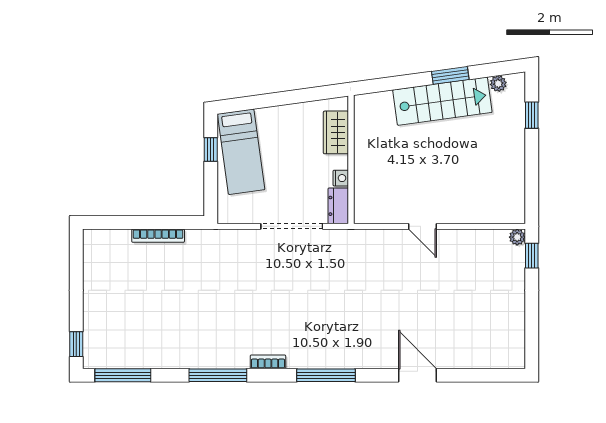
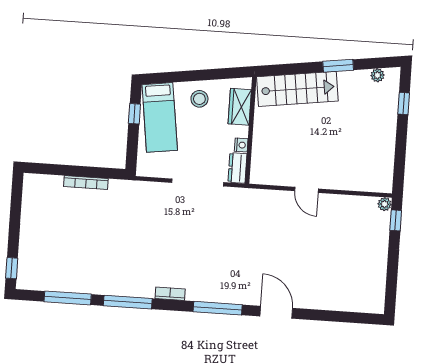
stairs: (442, 101) -> (297, 89), moved
stool: (287, 126) -> (199, 99), added
window: (123, 375) -> (68, 298), moved
door: (417, 375) -> (276, 312), moved

